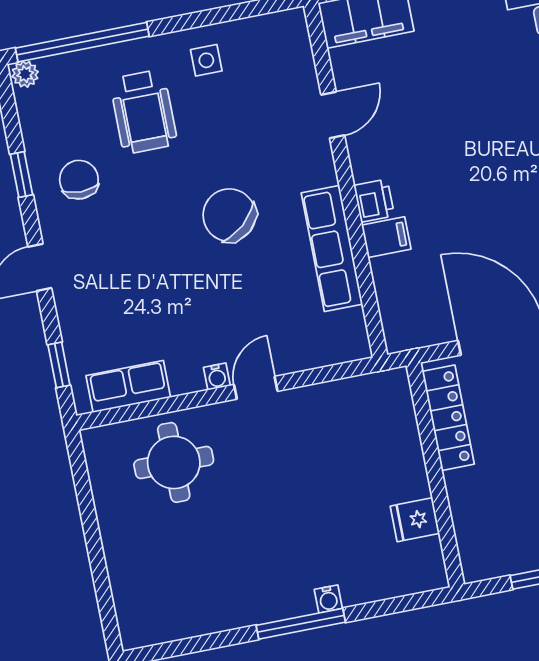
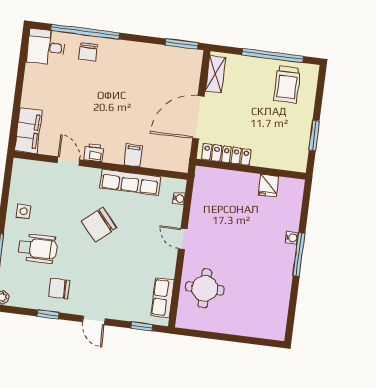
printer: (374, 201) -> (94, 153), moved
water cooler: (217, 377) -> (179, 198), moved

